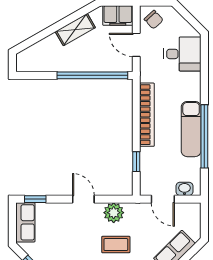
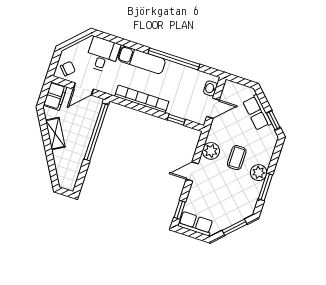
exam couch: (191, 129) -> (142, 60), moved

